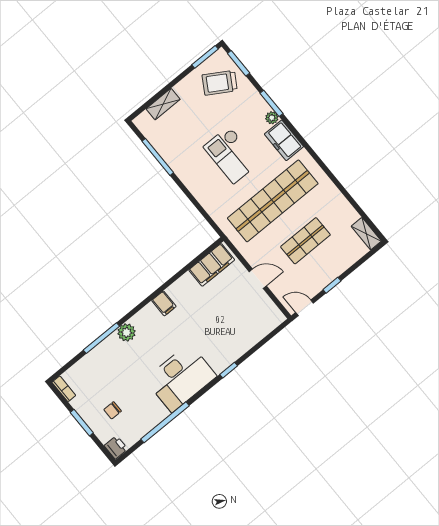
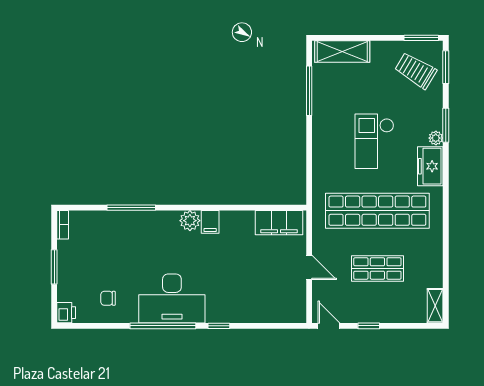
shelving: (163, 104) -> (342, 52), width x1.50, depth x1.33
plant: (127, 332) -> (190, 221), moved
chair: (113, 410) -> (108, 298), moved
window: (165, 422) -> (163, 326), moved

